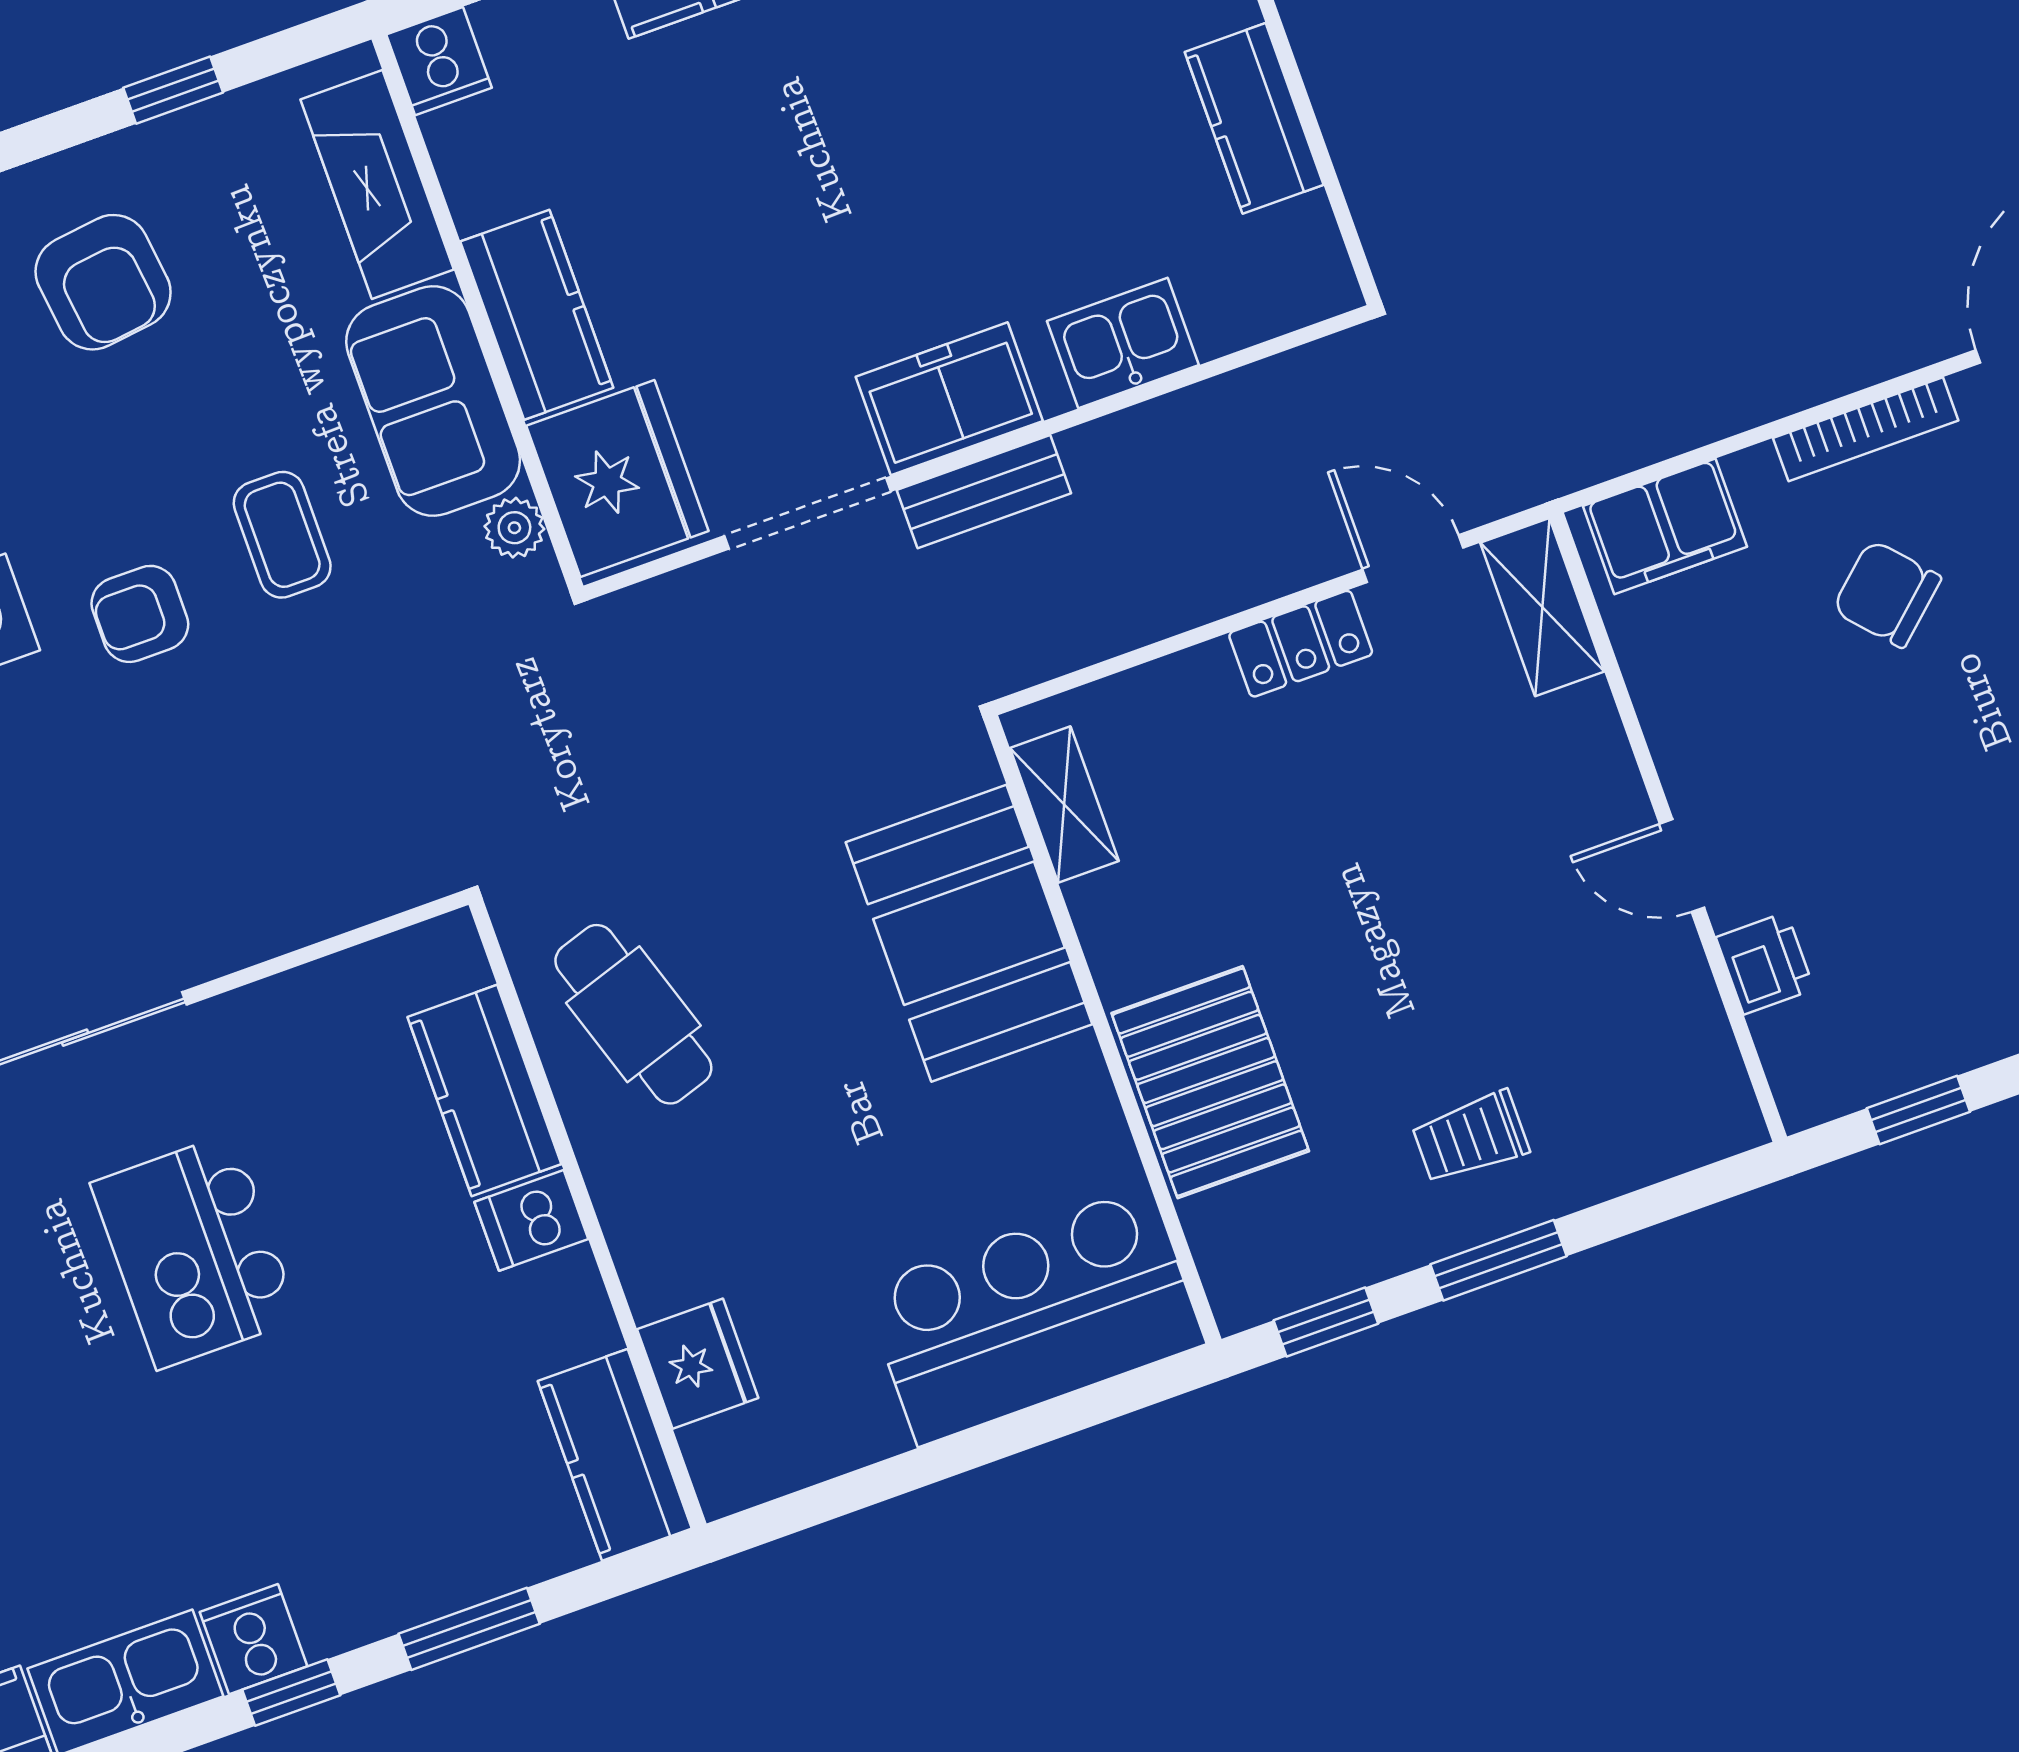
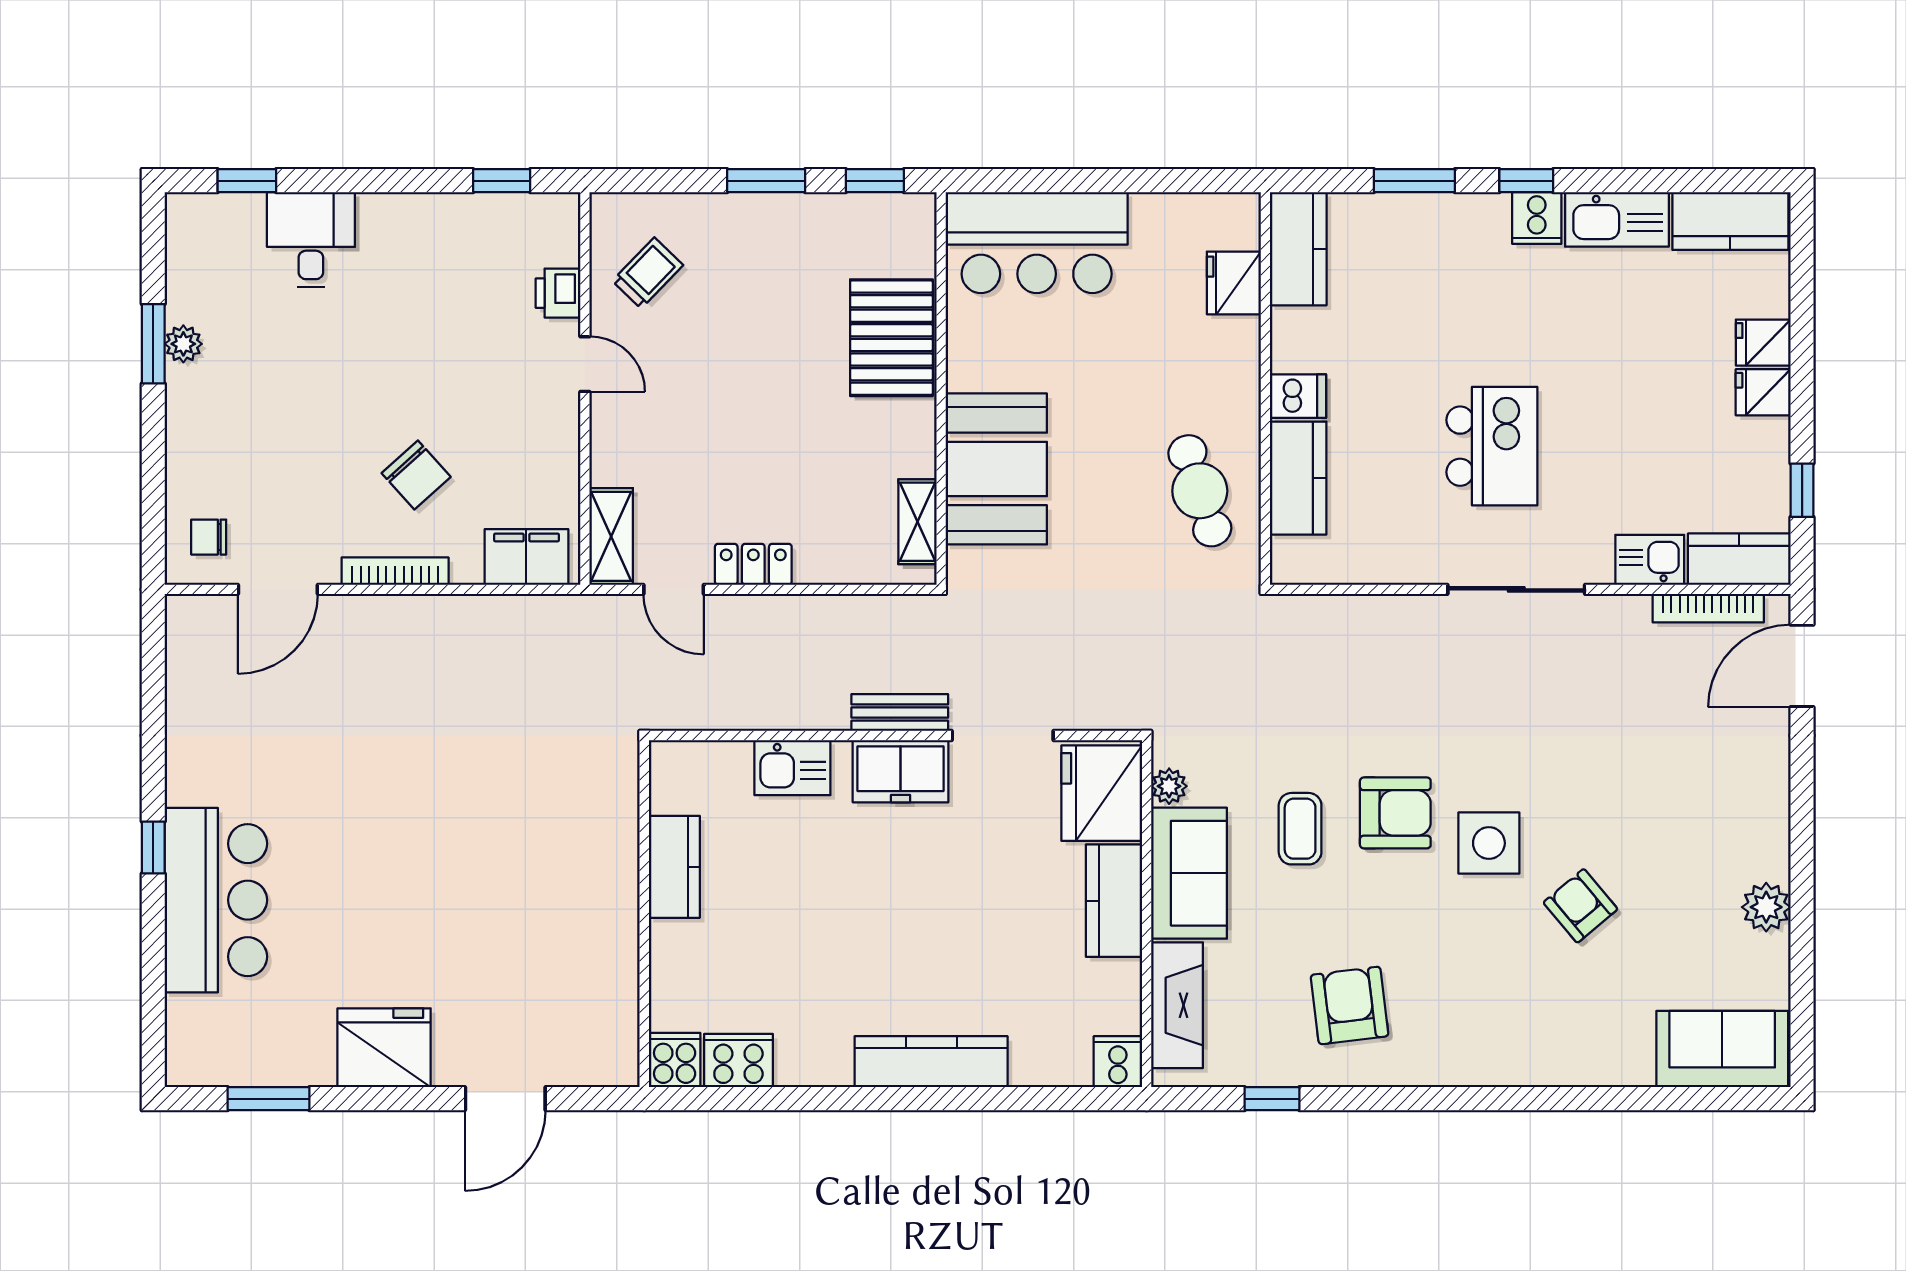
armchair: (140, 614) -> (1395, 813), width x1.38, depth x1.38
trolley: (1470, 1137) -> (648, 273), moved, turned -46

